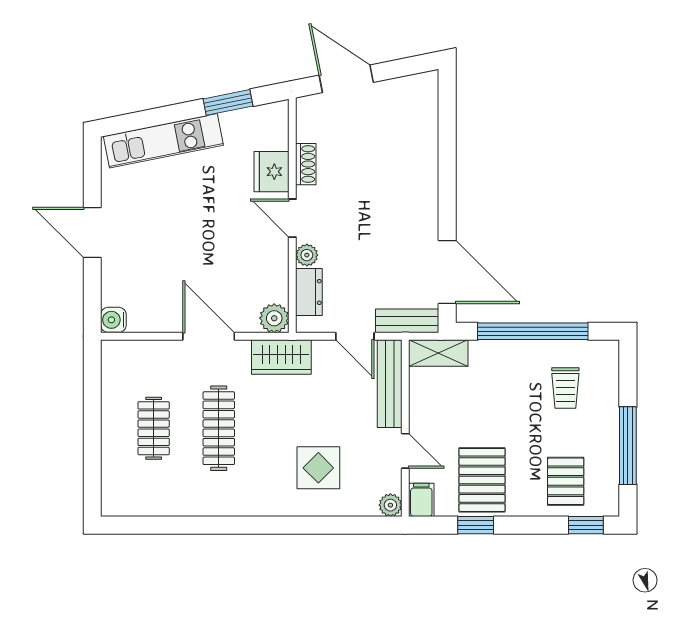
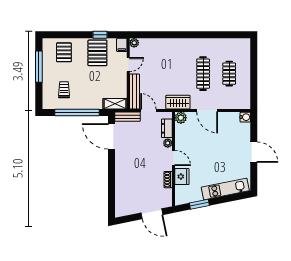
door: (405, 451) -> (128, 65), swing flipped
display table: (318, 468) -> (163, 58), removed
window: (586, 525) -> (56, 35), removed

